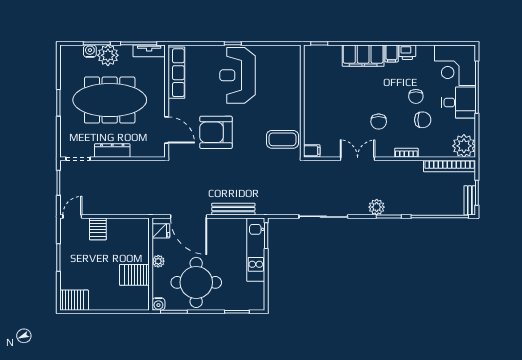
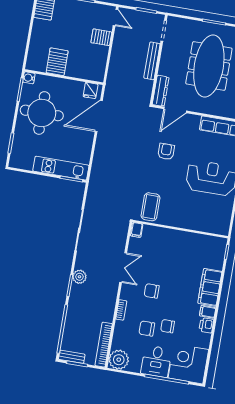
chair: (423, 120) -> (147, 328), turned 90
armchair: (216, 132) -> (166, 151), width x0.53, depth x0.53
dresser: (112, 151) -> (161, 91), moved
bench: (233, 209) -> (152, 61), moved
plant: (158, 261) -> (65, 84), removed

